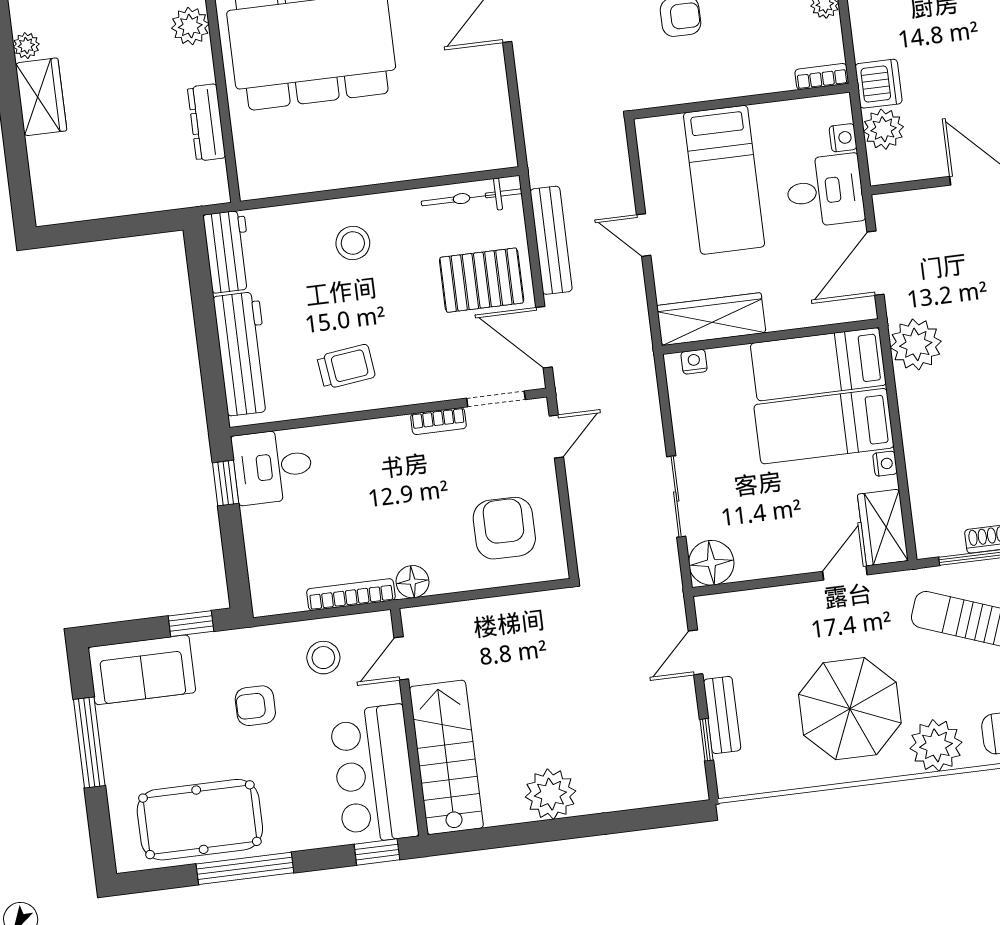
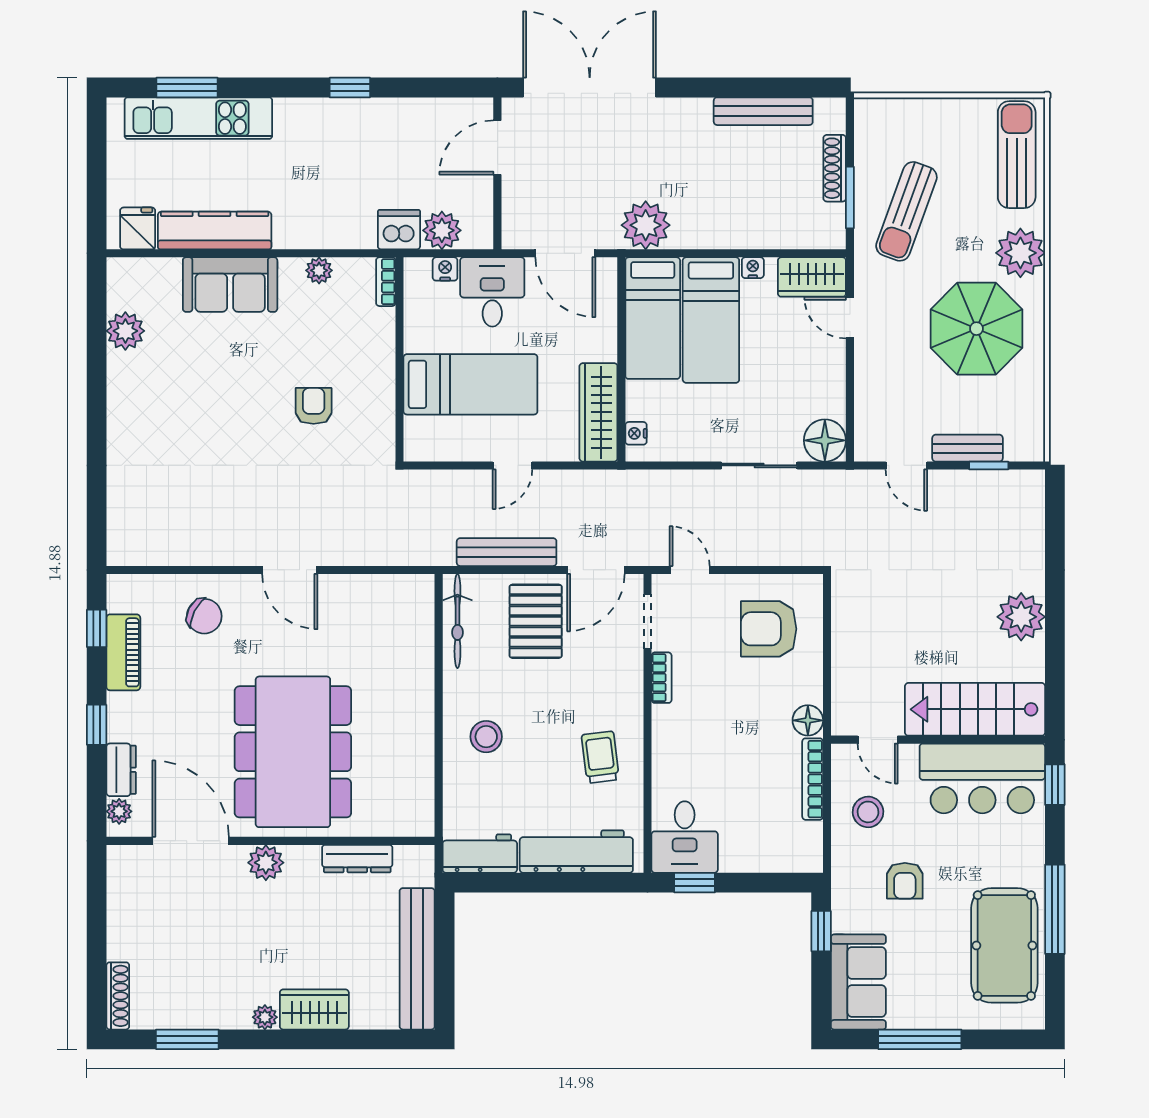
bench: (108, 199) -> (417, 959), added

